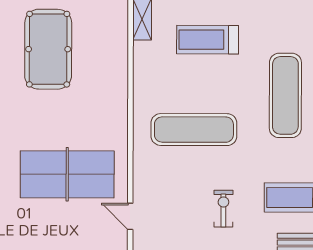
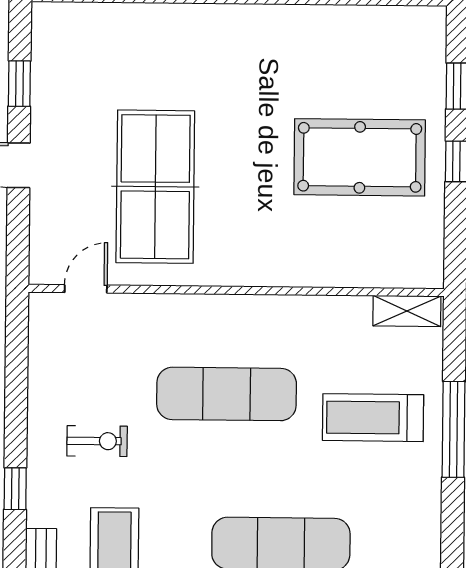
treadmill: (208, 40) -> (373, 418), turned -90
exercise mat: (194, 130) -> (227, 394), turned 90

